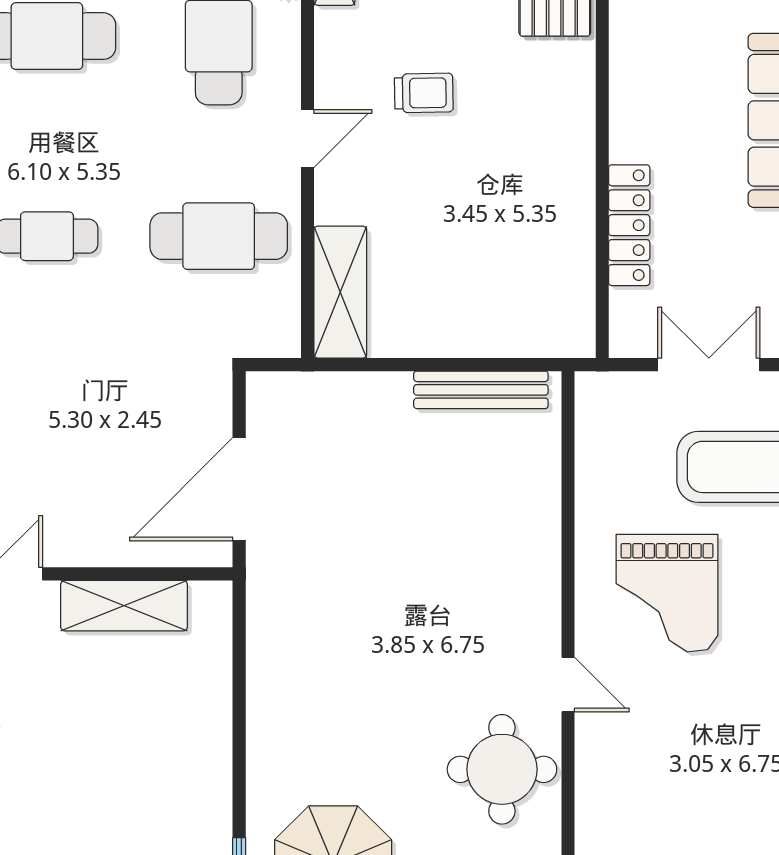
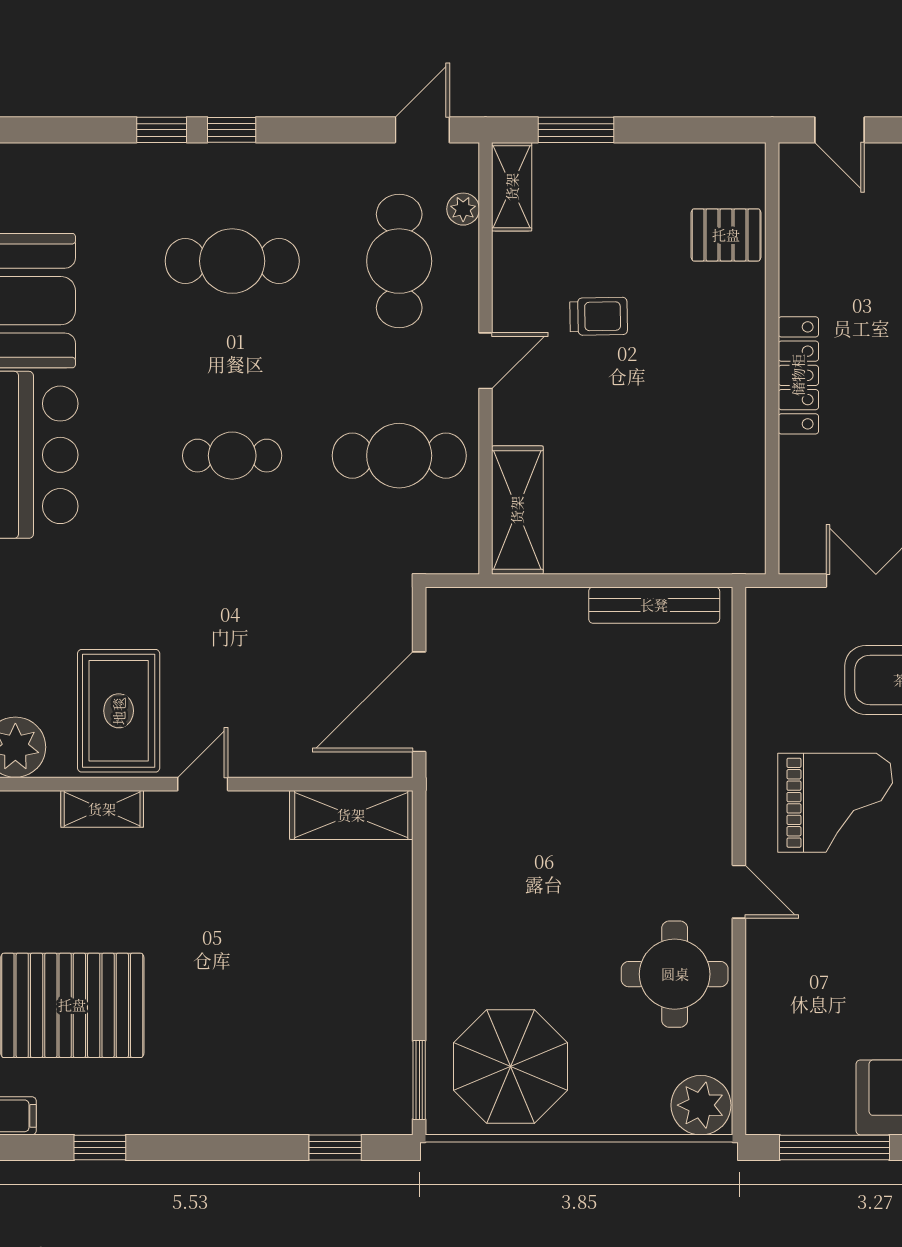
locker: (629, 225) -> (798, 375), moved
grand piano: (667, 593) -> (835, 803), turned -90
shelving: (124, 606) -> (351, 815), moved

